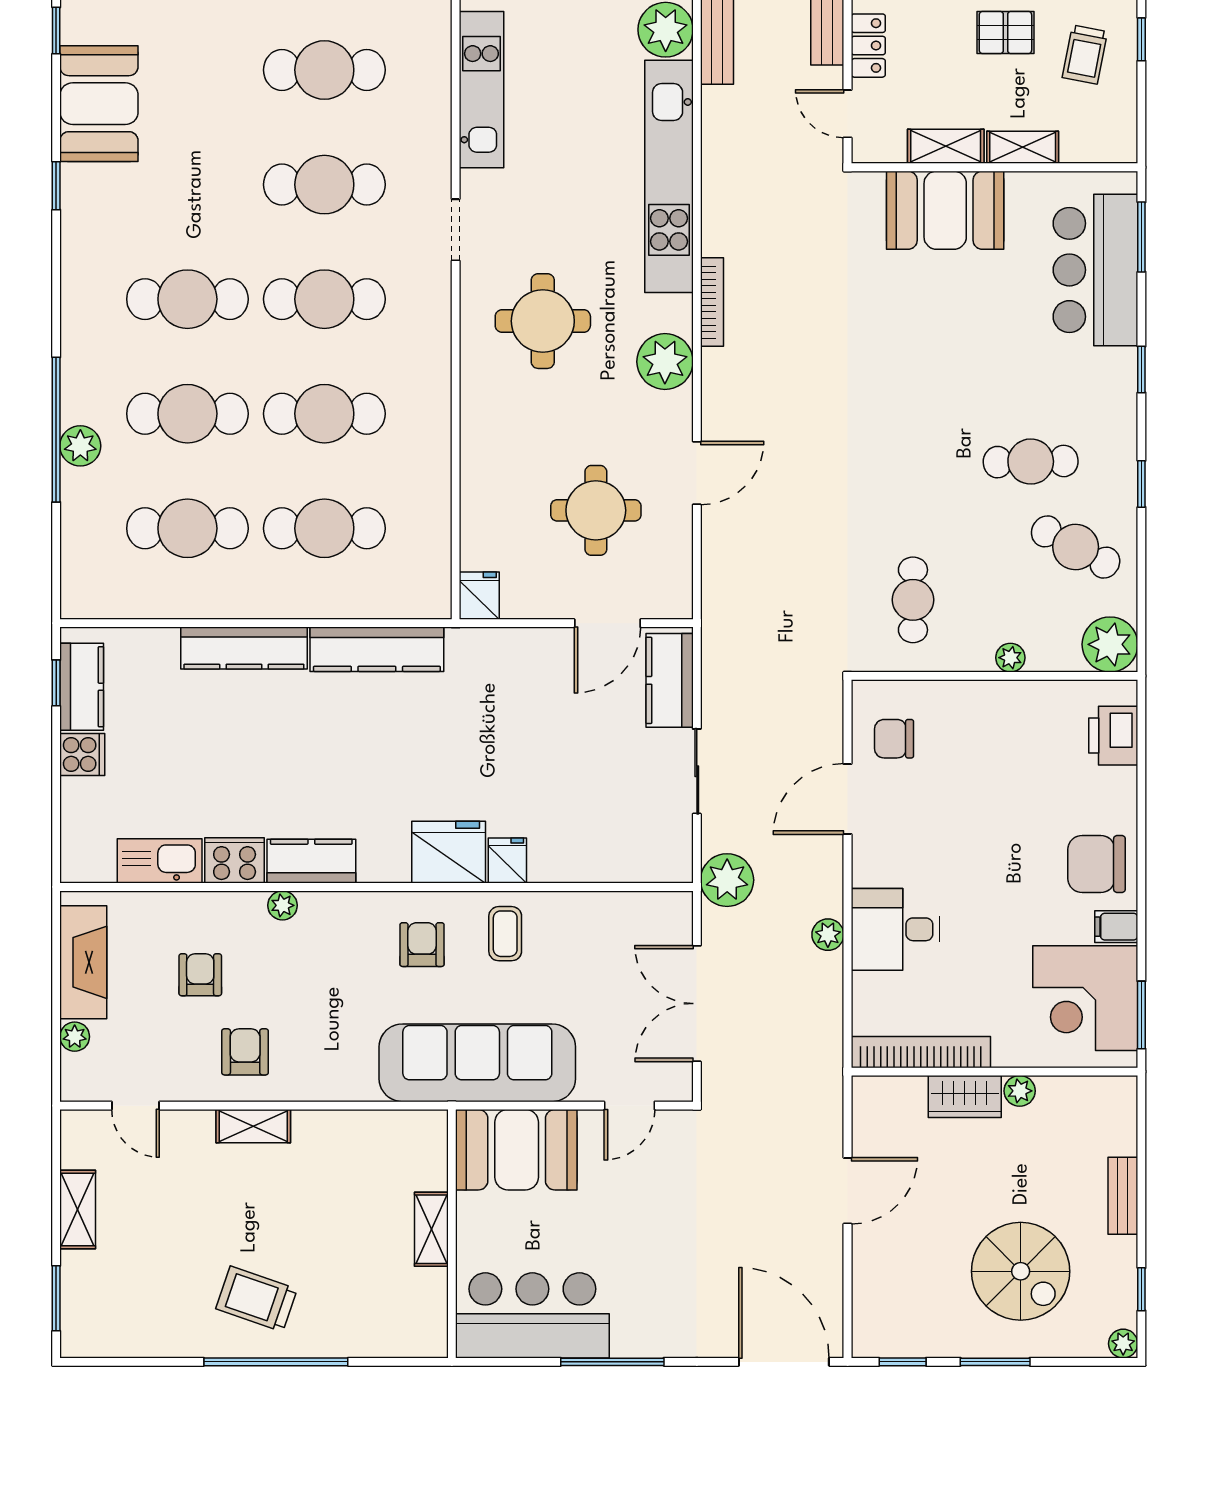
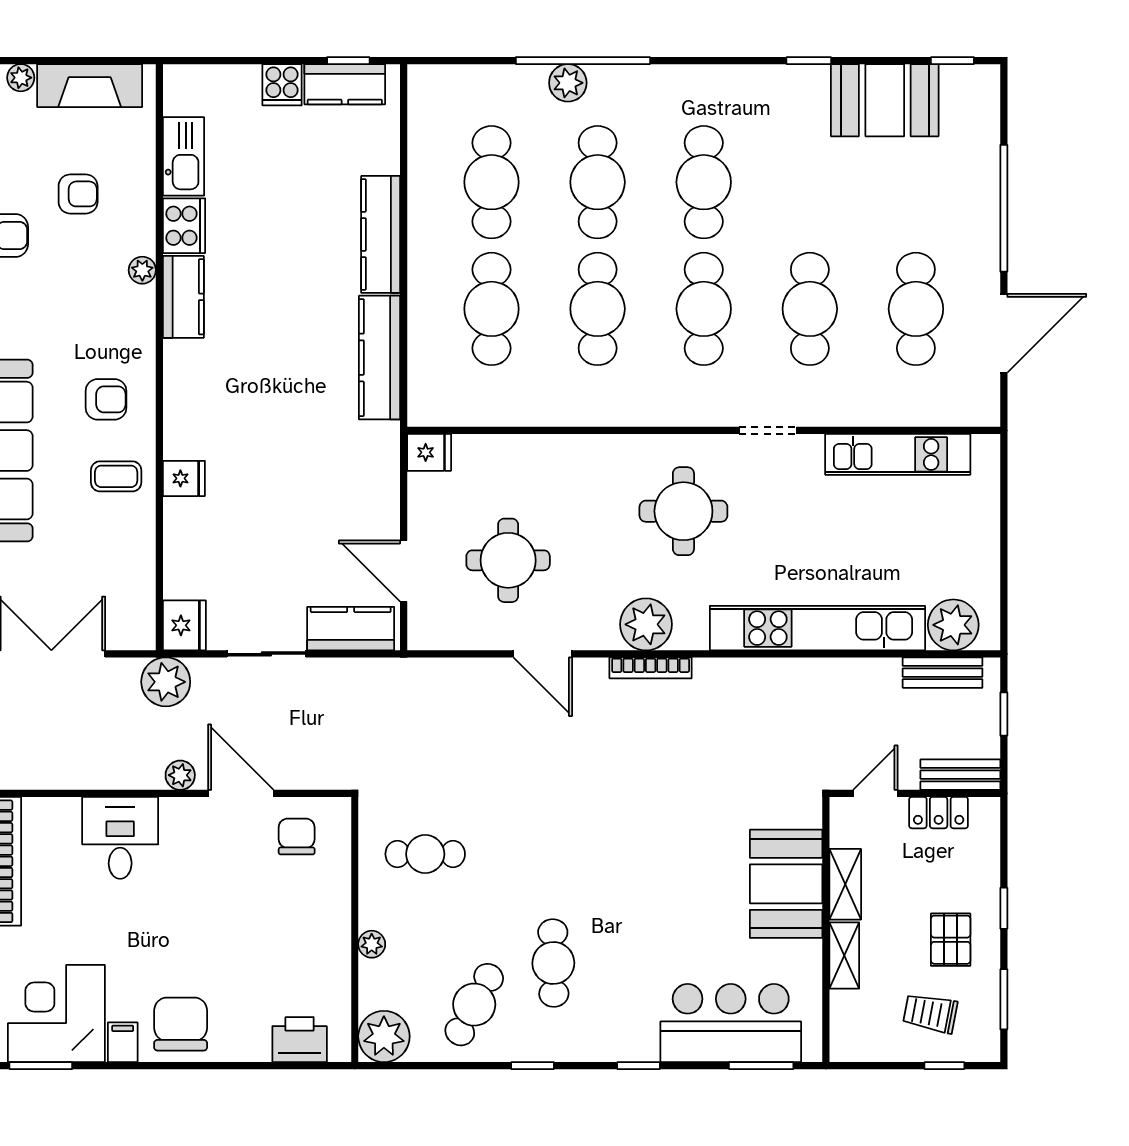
bookcase: (712, 302) -> (651, 668), moved
fridge: (449, 852) -> (184, 625), moved, width x0.73, depth x0.75
plant: (828, 935) -> (180, 775), moved

